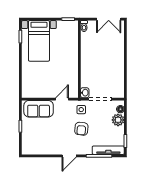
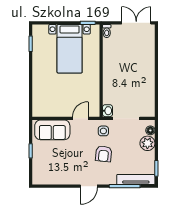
double door: (109, 19) -> (136, 23), swing flipped
bed with nightstands: (39, 41) -> (70, 49), moved

